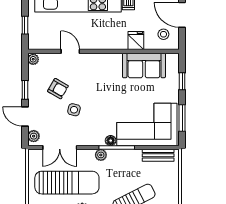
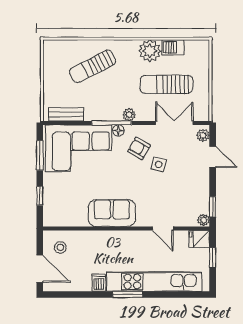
fridge: (136, 40) -> (199, 239), moved, turned 90
sofa: (144, 65) -> (112, 213), moved
armchair: (58, 89) -> (139, 148), moved
window: (25, 90) -> (213, 207), moved
sun lounger: (67, 183) -> (166, 84), width x0.73, depth x0.75

